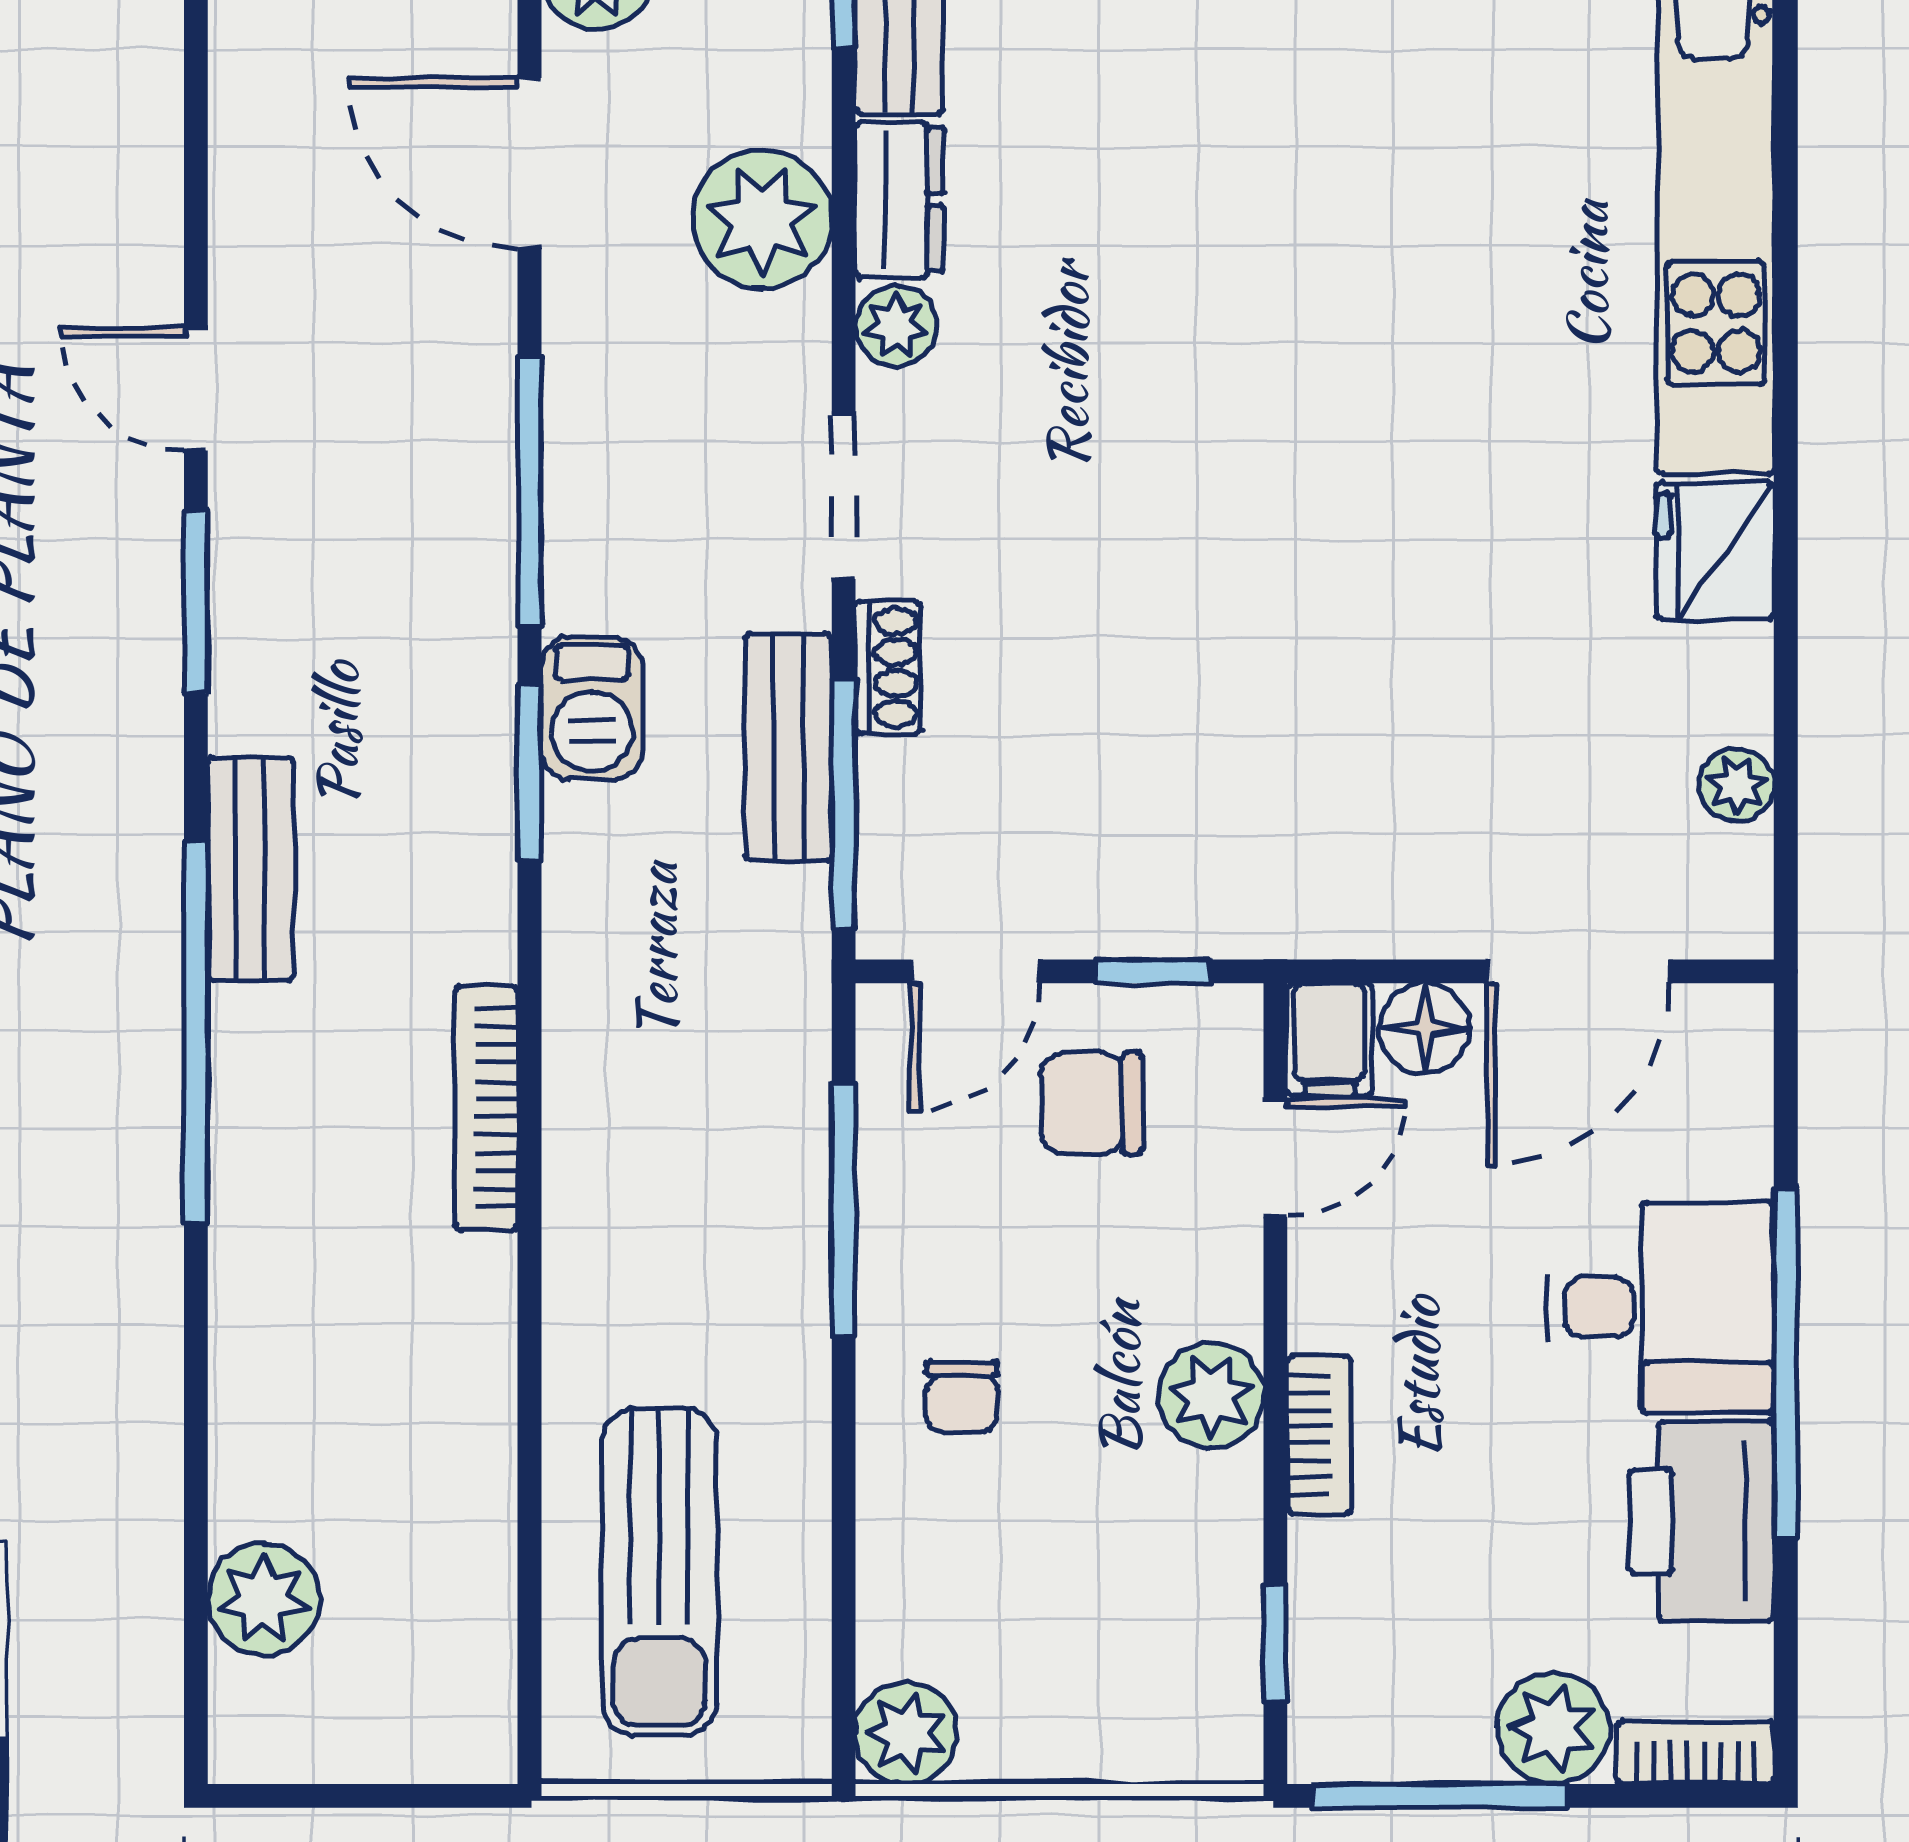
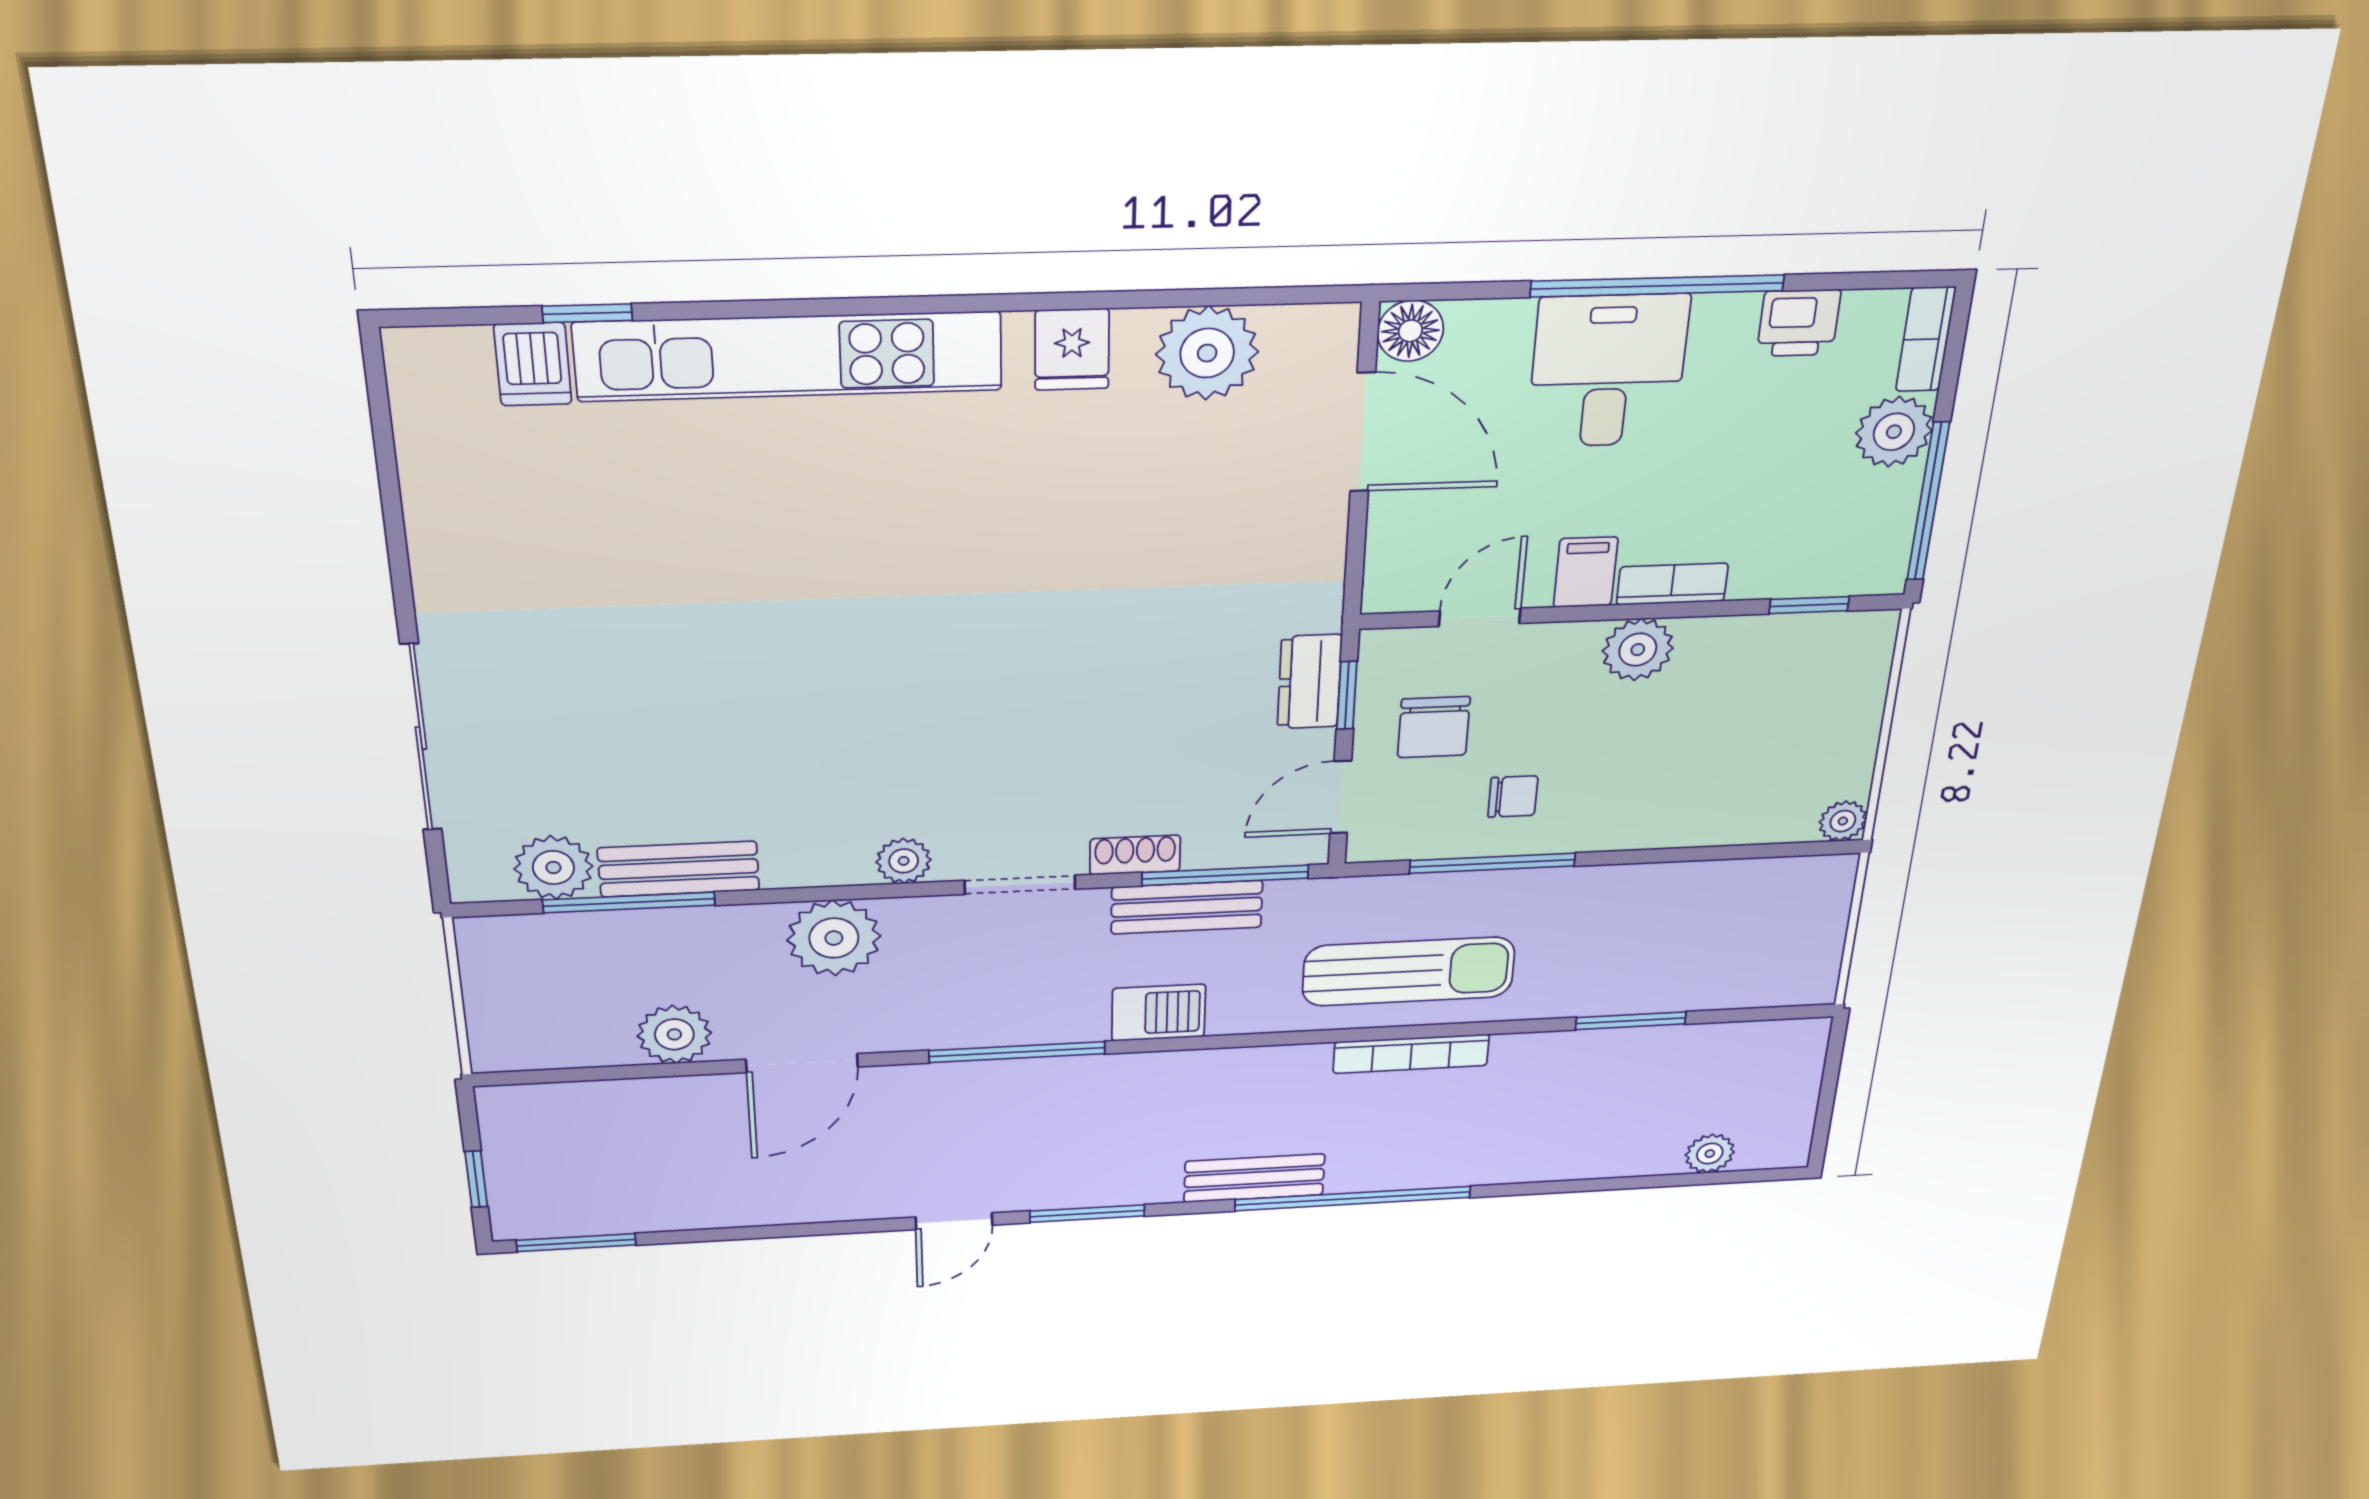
dresser: (899, 200) -> (1310, 682), moved, turned -90
fridge: (1715, 551) -> (1072, 349), width x0.72
window: (530, 773) -> (1631, 1021), moved
plant: (1737, 785) -> (1207, 353), width x1.88, depth x1.88
door: (975, 971) -> (1341, 797), swing flipped
floor lamp: (1425, 1028) -> (1410, 331), moved
filing cabinet: (1329, 1039) -> (1586, 572), moved, turned -90
door: (1275, 1158) -> (1480, 617), hinge flipped
chair: (962, 1397) -> (1513, 796), moved
printer: (1702, 1521) -> (1799, 323), width x0.53, depth x0.68
sun lounger: (659, 1572) -> (1409, 972), moved
plant: (264, 1599) -> (1710, 1154), width x0.73, depth x0.73
plant: (906, 1733) -> (1843, 821), width x0.73, depth x0.73

